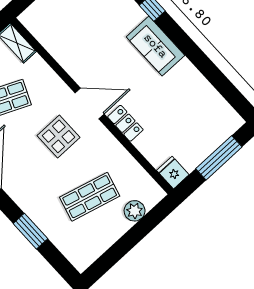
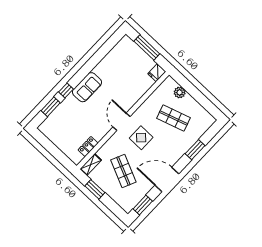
locker: (125, 123) -> (88, 147), moved
shop shelf: (90, 197) -> (173, 118), turned -33

